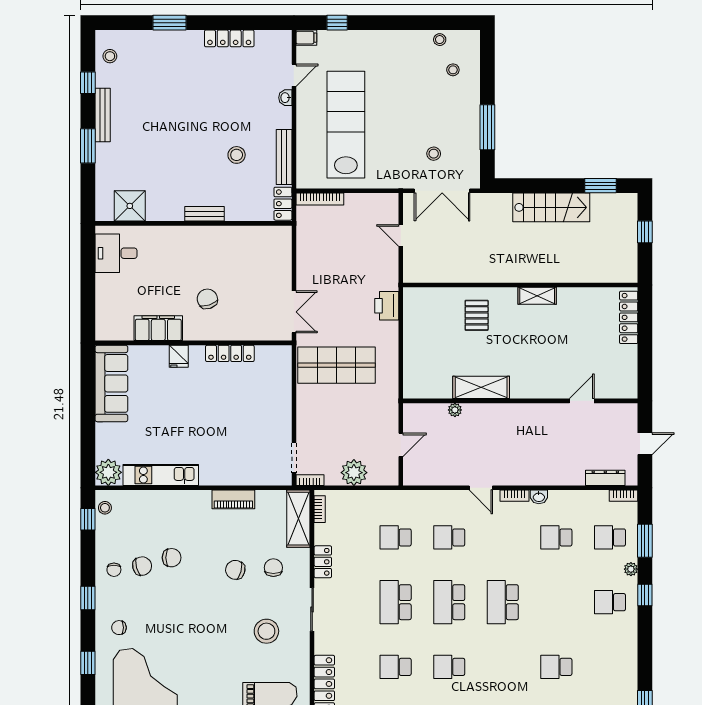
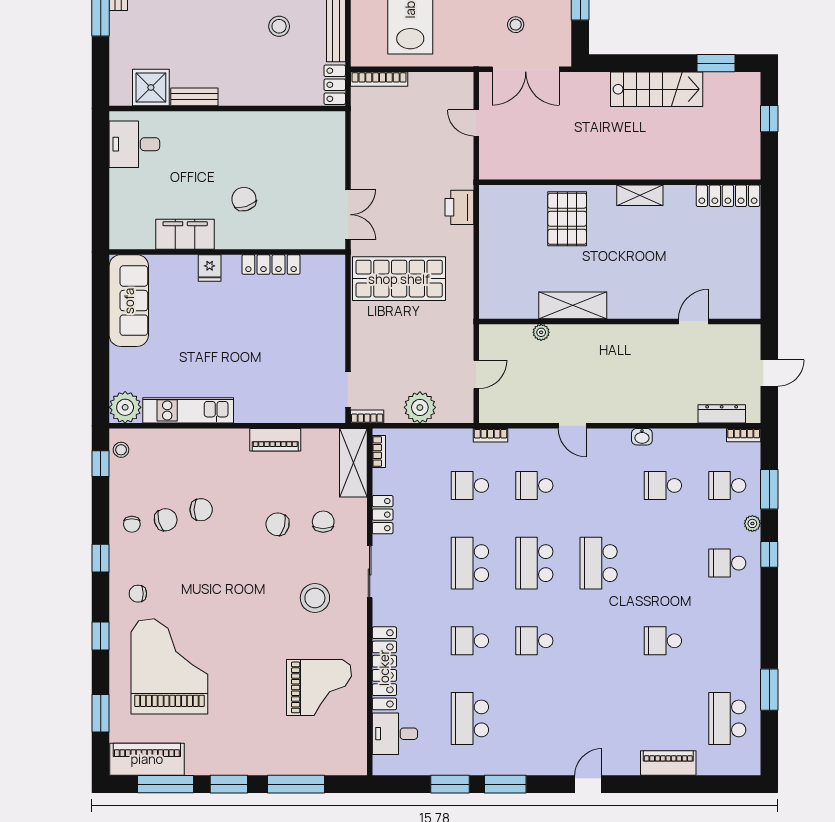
bench: (204, 214) -> (194, 97), moved
pallet: (477, 315) -> (567, 219), width x1.50, depth x1.42
locker: (629, 317) -> (728, 196), moved, turned -90
bookcase: (515, 496) -> (490, 435), moved

